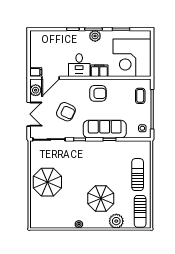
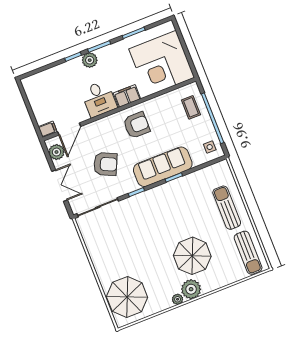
plant: (95, 36) -> (90, 60), moved
parasol: (47, 182) -> (127, 297), moved
plant: (116, 221) -> (191, 289), moved

